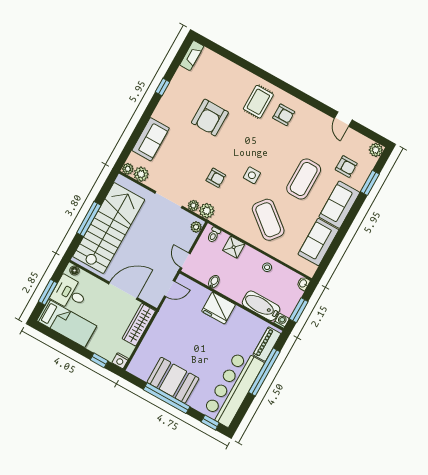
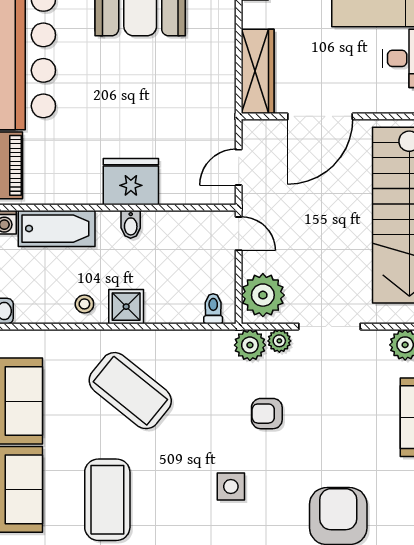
side table: (252, 175) -> (231, 486), moved
plant: (196, 227) -> (263, 295), width x1.87, depth x1.87
shower: (234, 247) -> (126, 307), moved
bidet: (214, 282) -> (131, 224), moved

